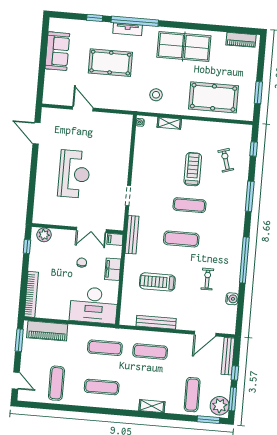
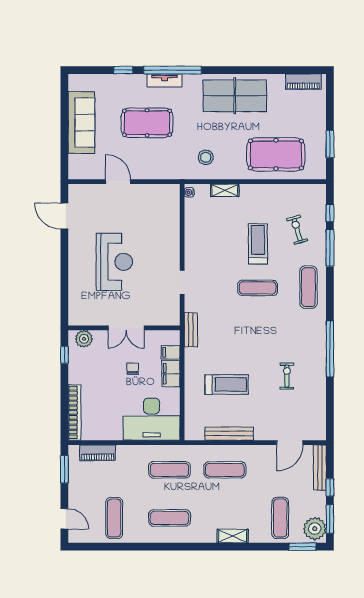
sofa: (57, 51) -> (81, 122), width x1.36
window: (250, 196) -> (330, 248), moved
double door: (91, 230) -> (126, 328), moved
bench: (132, 235) -> (191, 330), width x0.73
filing cabinet: (115, 239) -> (171, 352), moved
exercise mat: (181, 239) -> (308, 287), moved, turned 90
treadmill: (157, 282) -> (227, 385), turned 180
water cooler: (232, 299) -> (319, 397), removed
piano: (47, 331) -> (98, 453), width x0.73, depth x0.75

